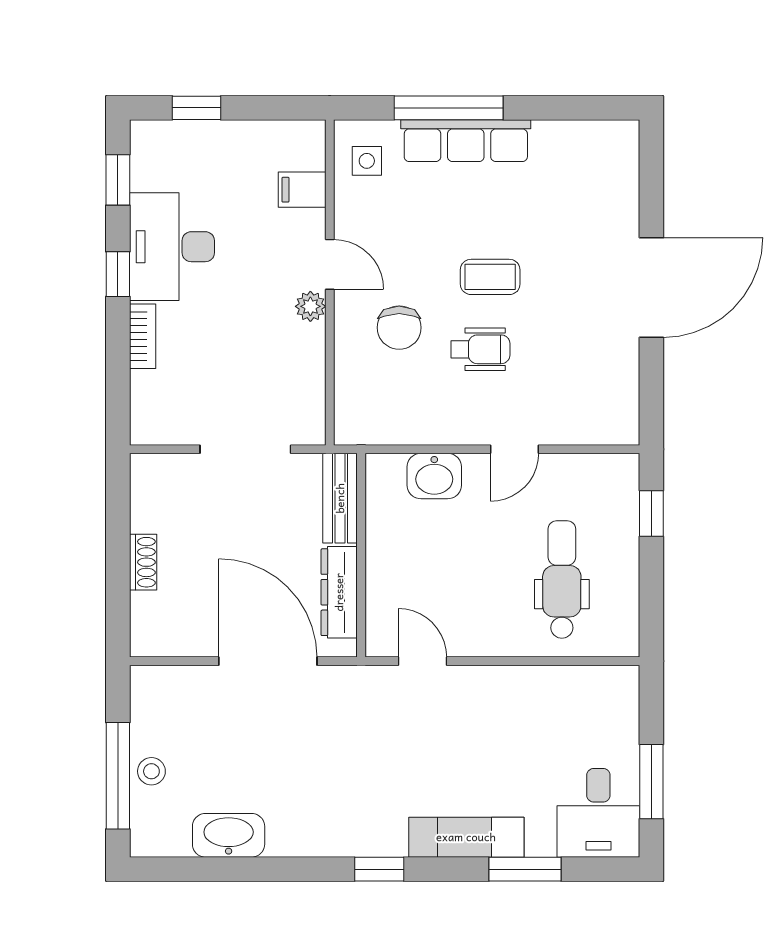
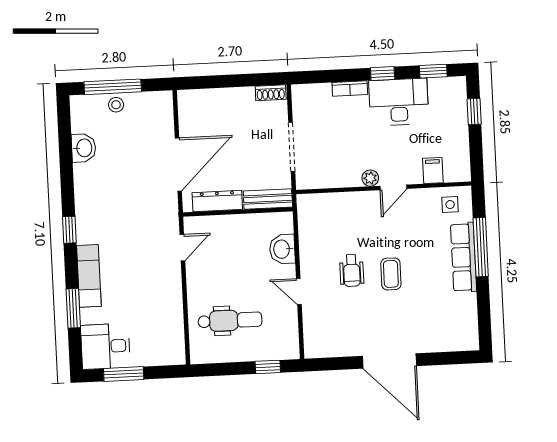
chair: (399, 328) -> (361, 226), removed
shoe rack: (143, 562) -> (271, 93), moved
washbasin: (229, 835) -> (84, 148), width x0.72

